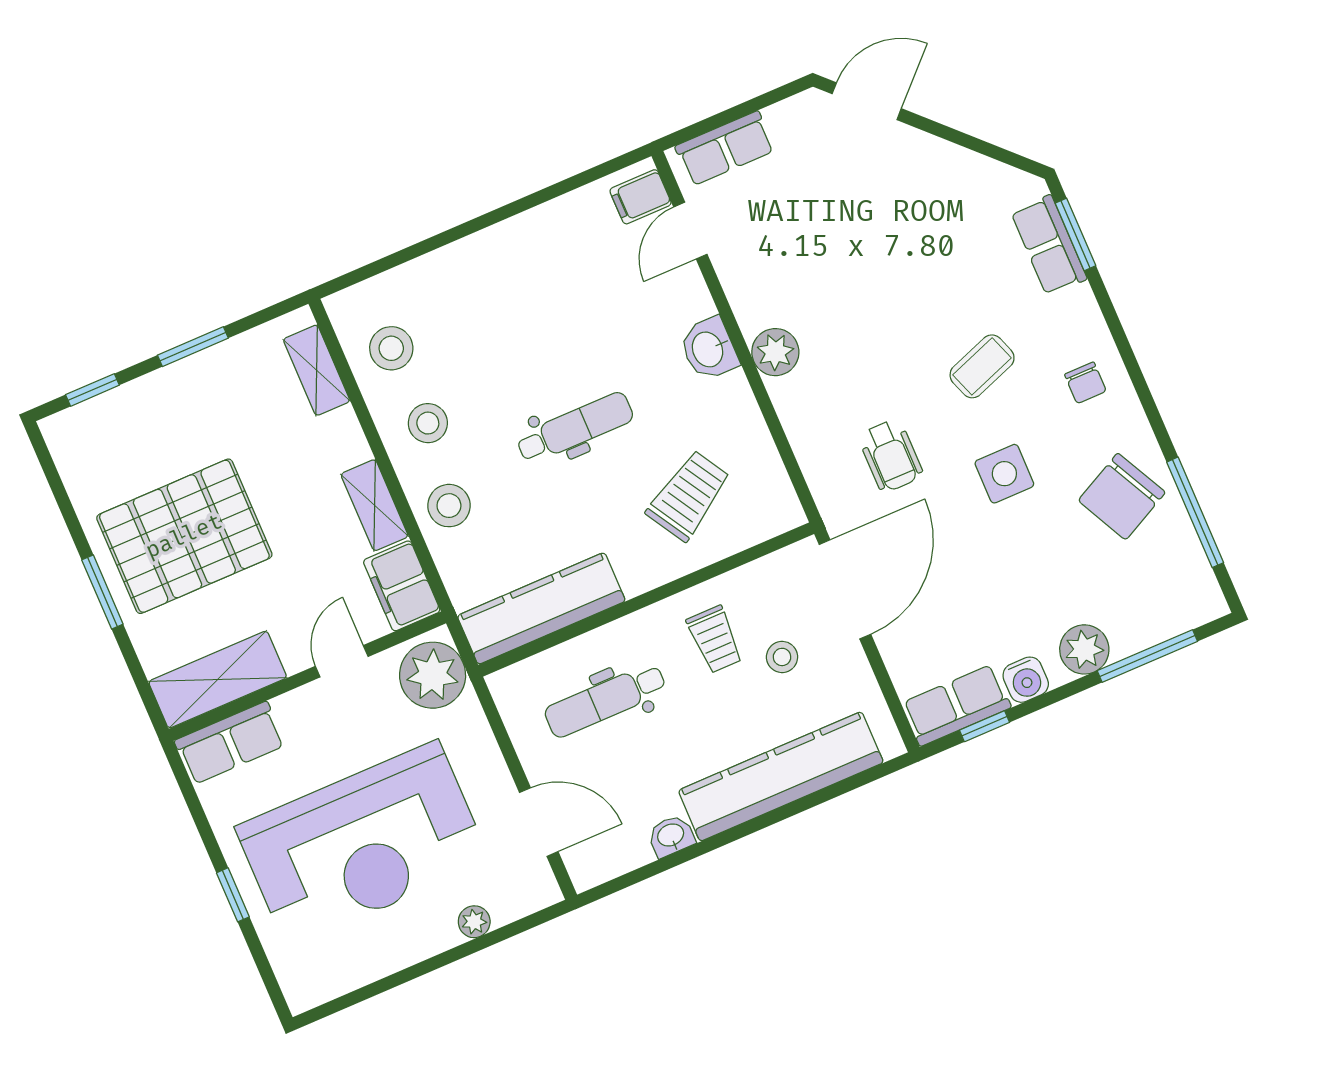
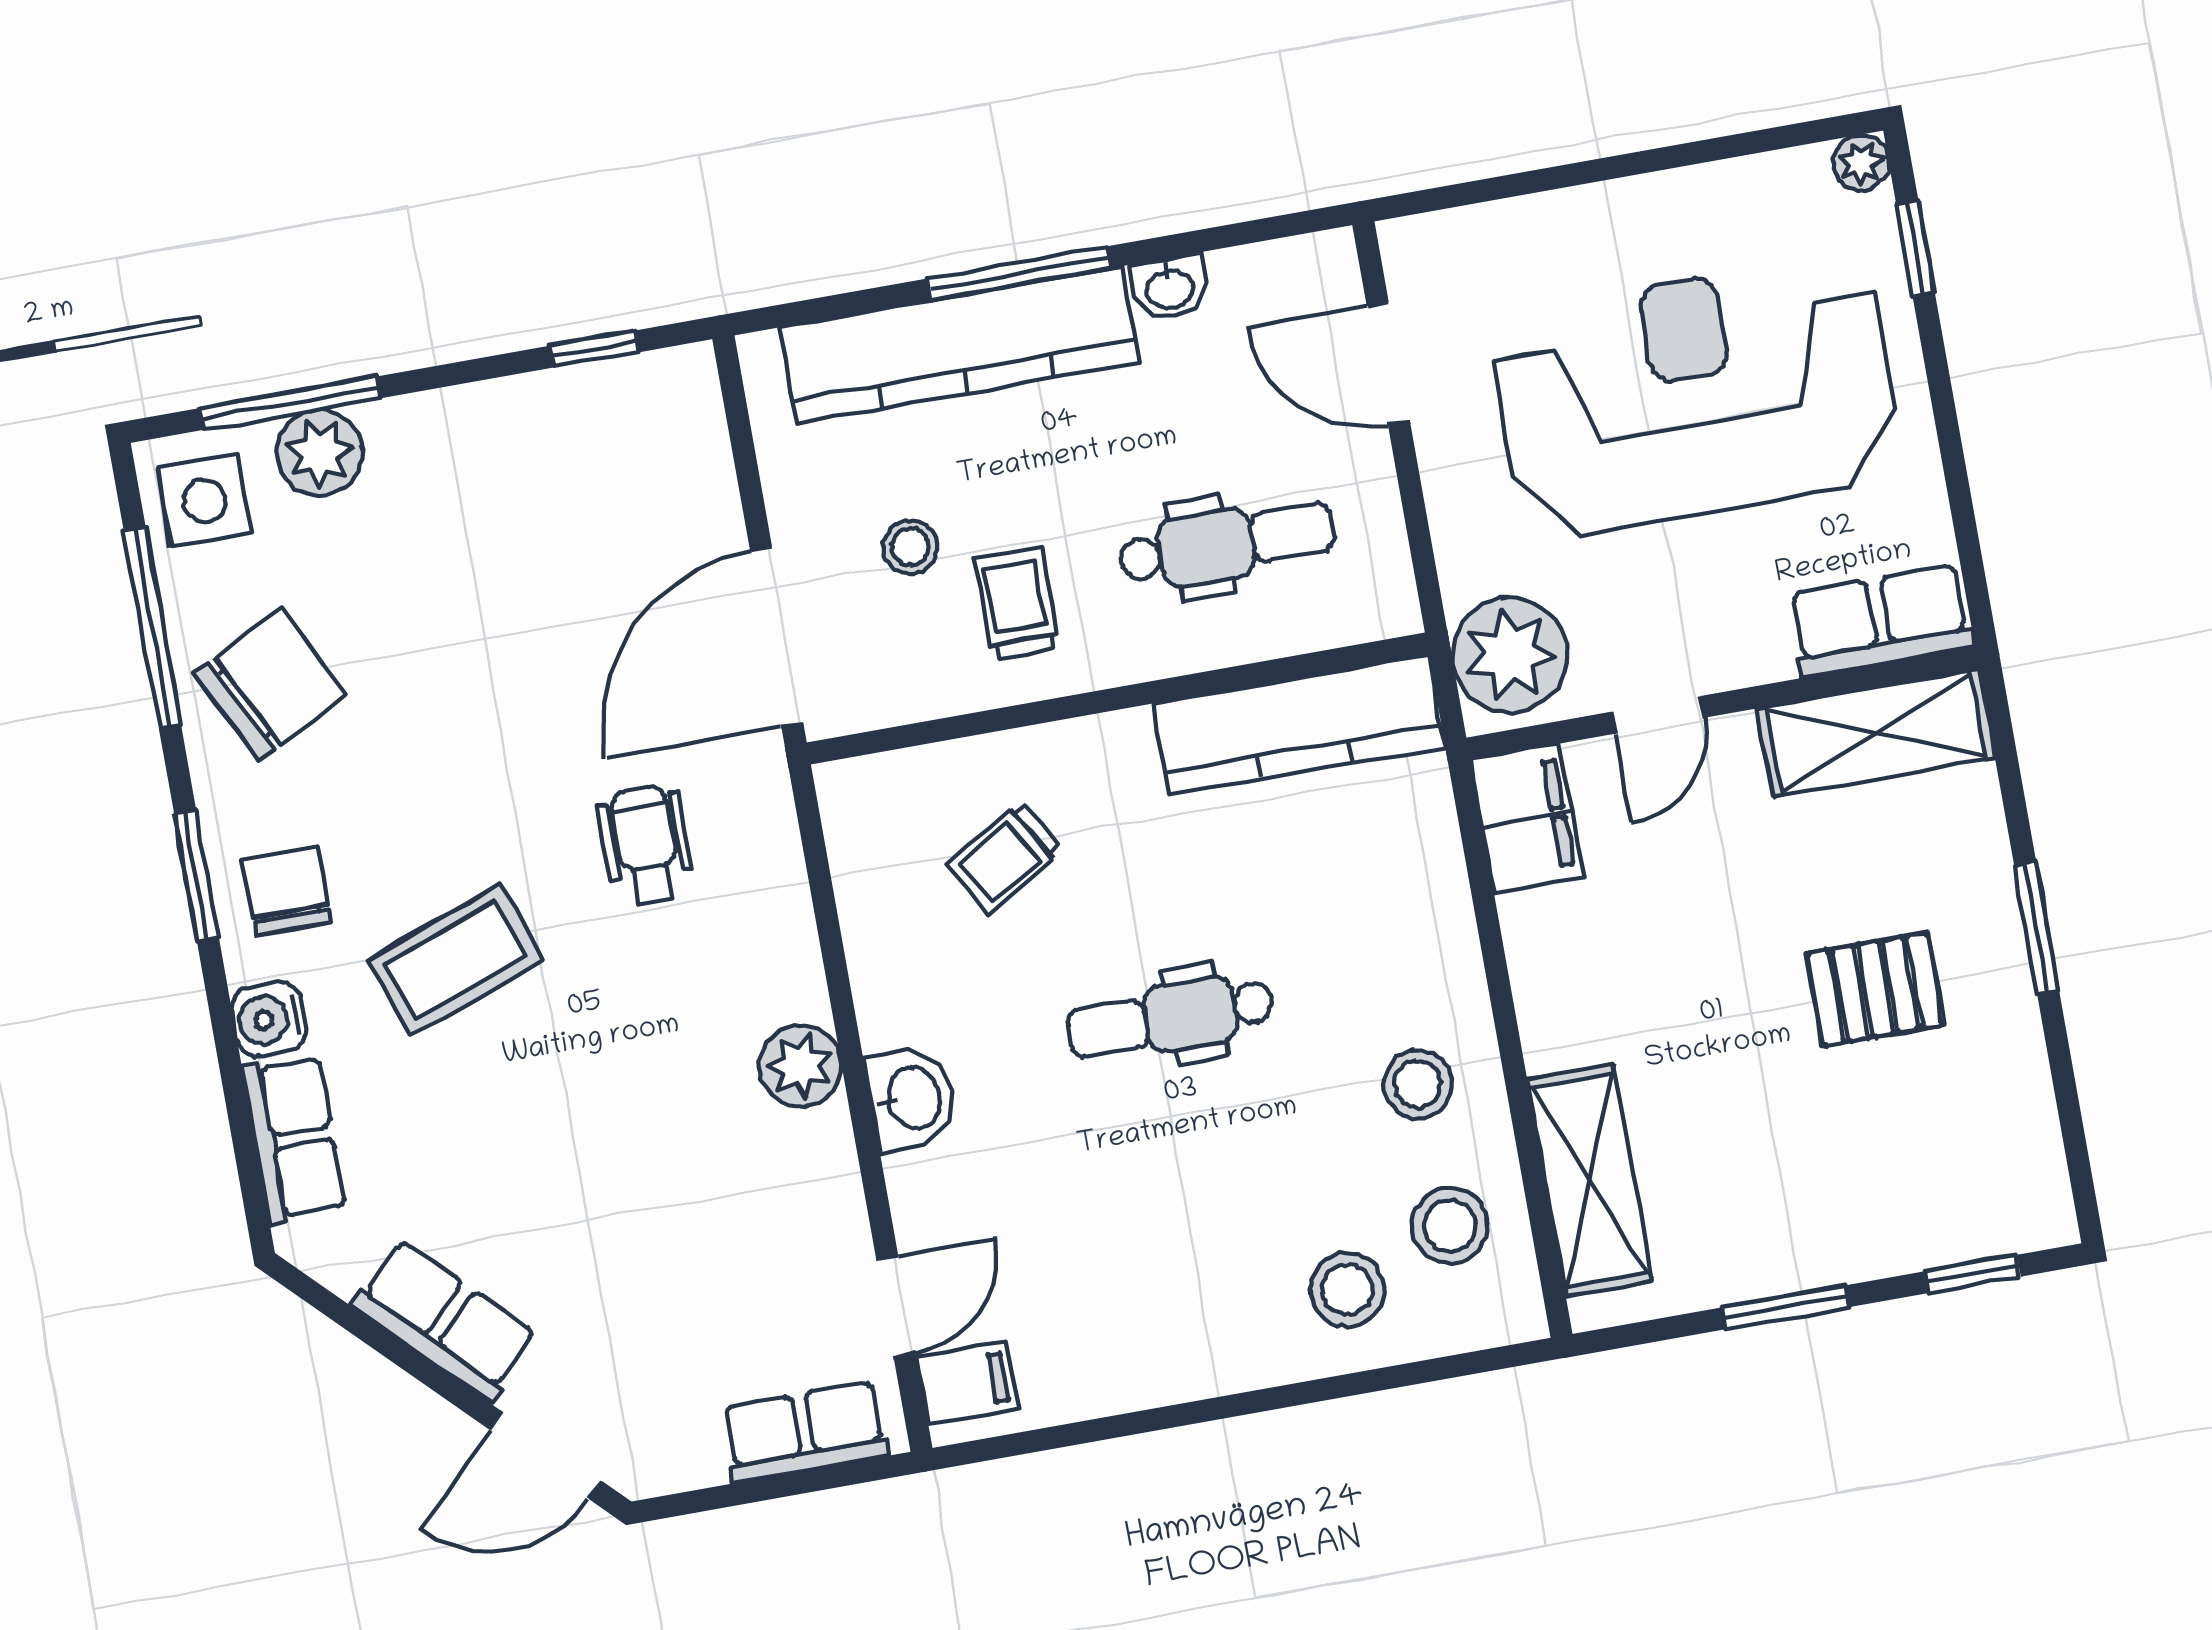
window: (1075, 234) -> (196, 875), moved
coffee table: (982, 366) -> (456, 960), width x1.36, depth x1.30
shelving: (317, 370) -> (1590, 1180), width x1.50, depth x1.33
chair: (1085, 383) -> (287, 891), width x1.37, depth x1.37
side table: (1004, 474) -> (204, 501), moved
trolley: (688, 496) -> (1005, 858), width x0.73, depth x0.72
shelving: (375, 505) -> (1541, 966), removed
stool: (449, 506) -> (1347, 1289), moved
pallet: (184, 536) -> (1875, 989), width x0.49, depth x0.50
plant: (1084, 649) -> (320, 453), moved
water cooler: (1026, 680) -> (269, 1019), moved, turned -90
row of seats: (956, 705) -> (445, 1321), moved, turned -135
window: (757, 824) -> (1019, 273), added
window: (233, 895) -> (1915, 248), moved
plant: (474, 922) -> (1861, 163), moved

